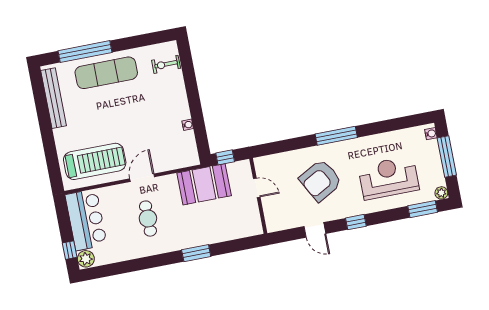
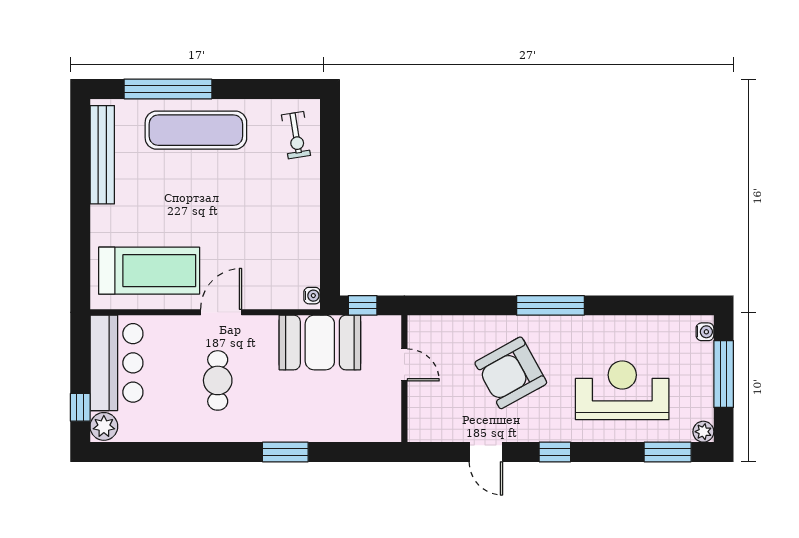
exercise bike: (166, 64) -> (296, 135), turned -99
water cooler: (188, 125) -> (312, 296), moved

